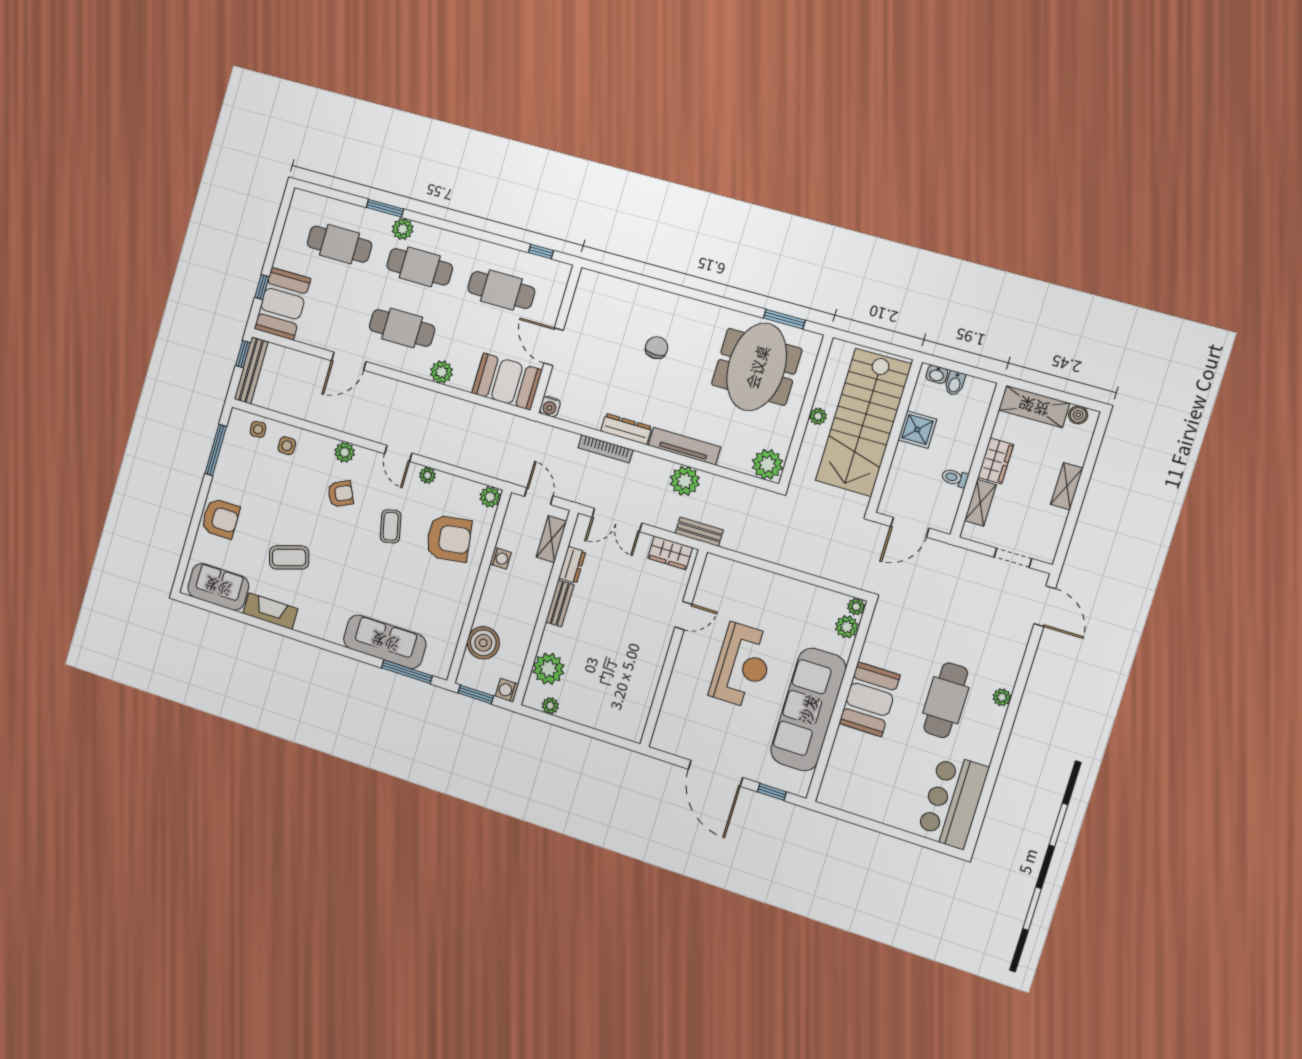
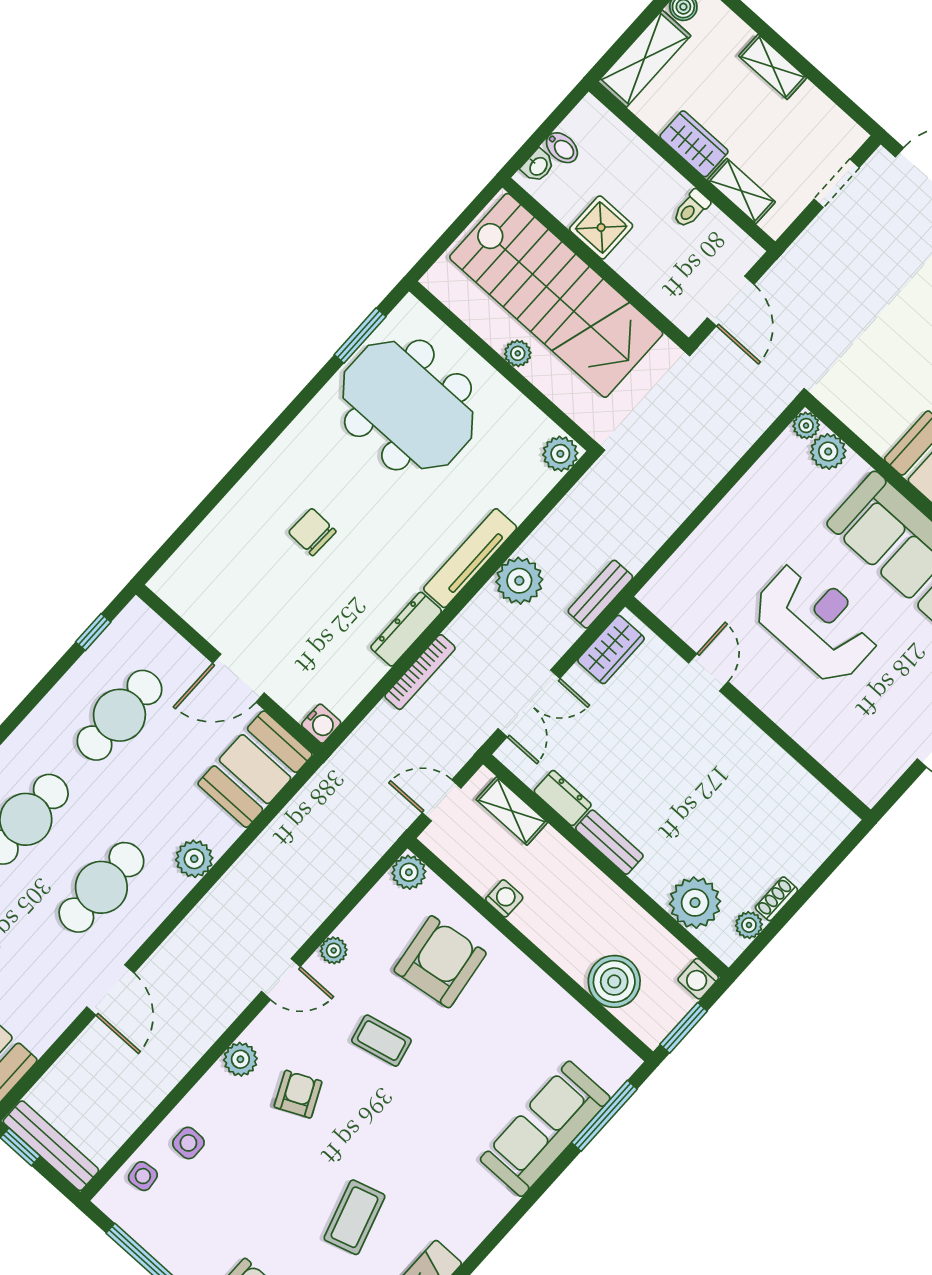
plant: (767, 464) -> (560, 454), width x0.73, depth x0.73
shoe rack: (572, 715) -> (777, 899), added

